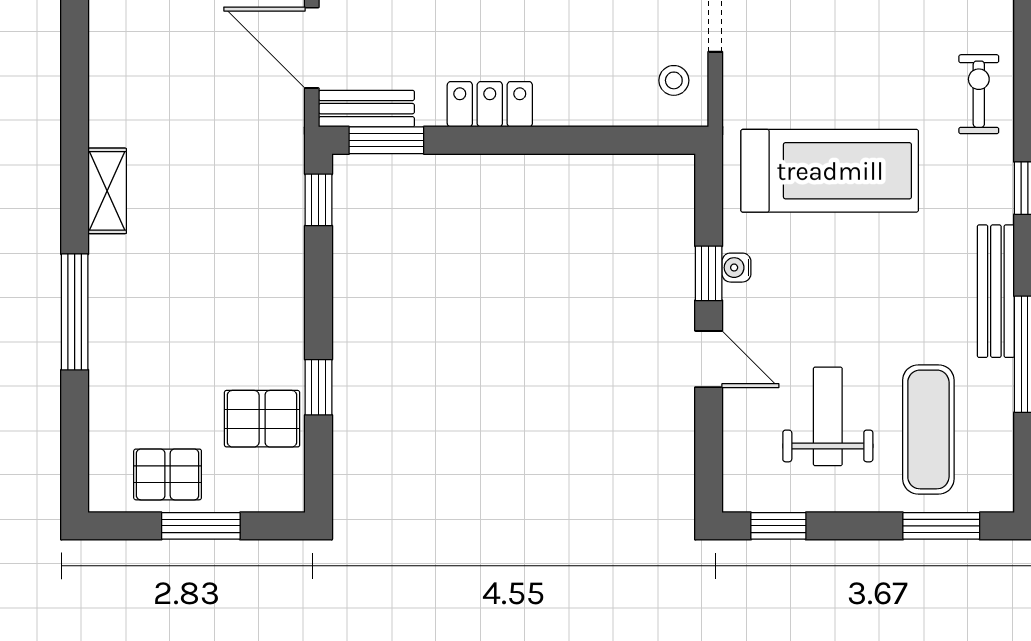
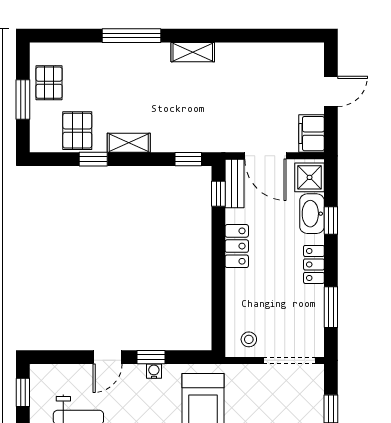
door: (312, 48) -> (265, 156), swing flipped
window: (386, 140) -> (218, 194), width x0.67
shelving: (286, 317) -> (129, 143), added

